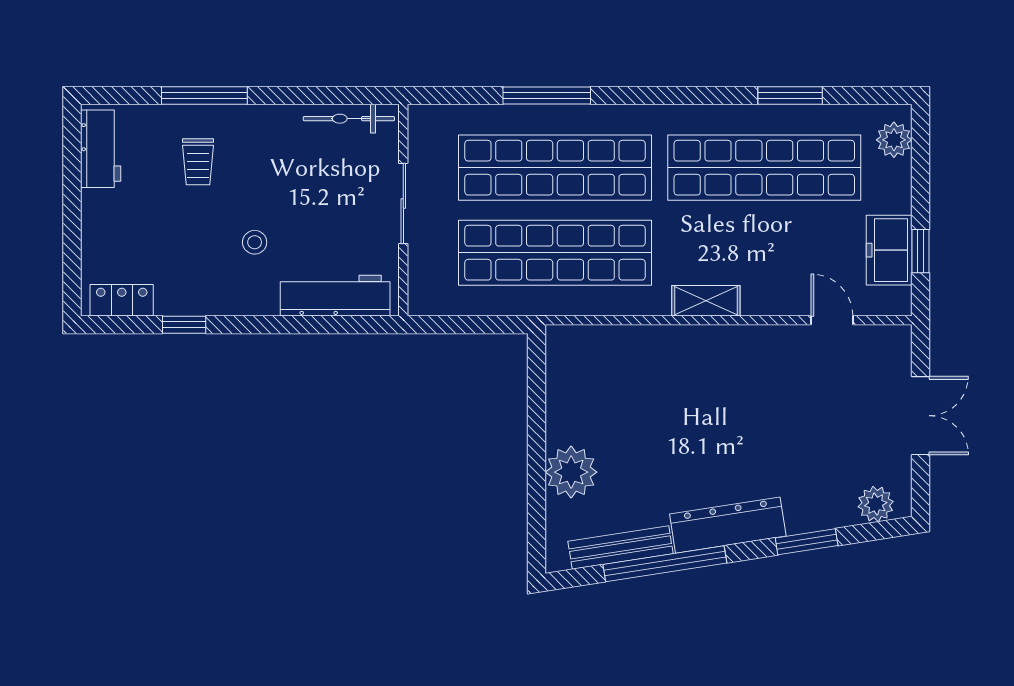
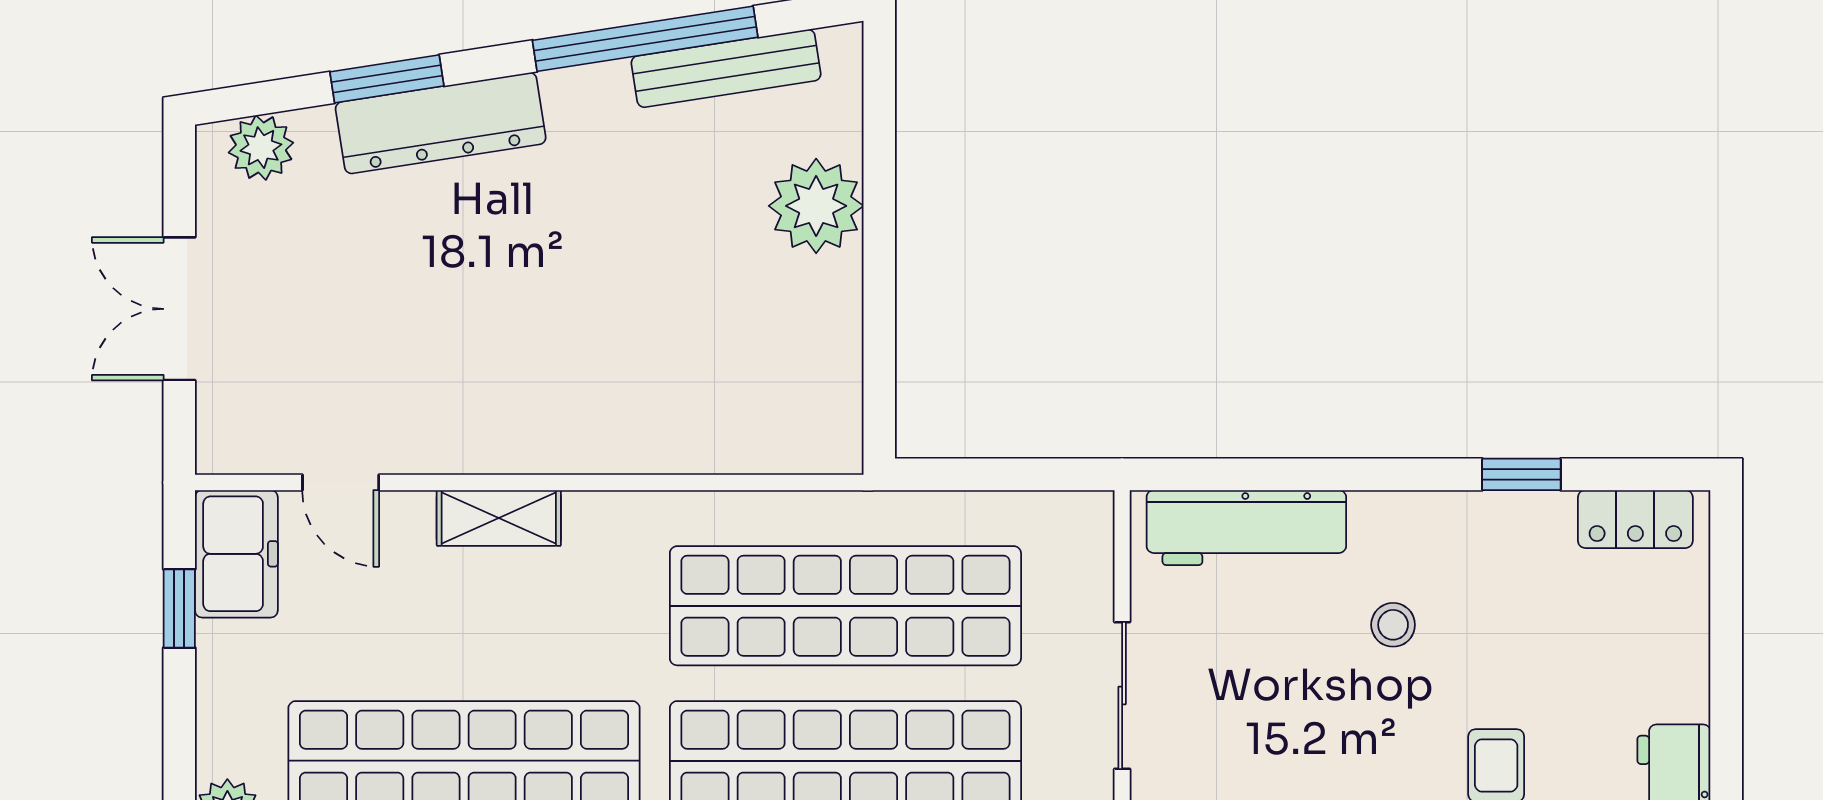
freezer: (889, 250) -> (236, 554), moved
shelving: (706, 301) -> (499, 518), moved
dresser: (728, 525) -> (441, 123), moved

